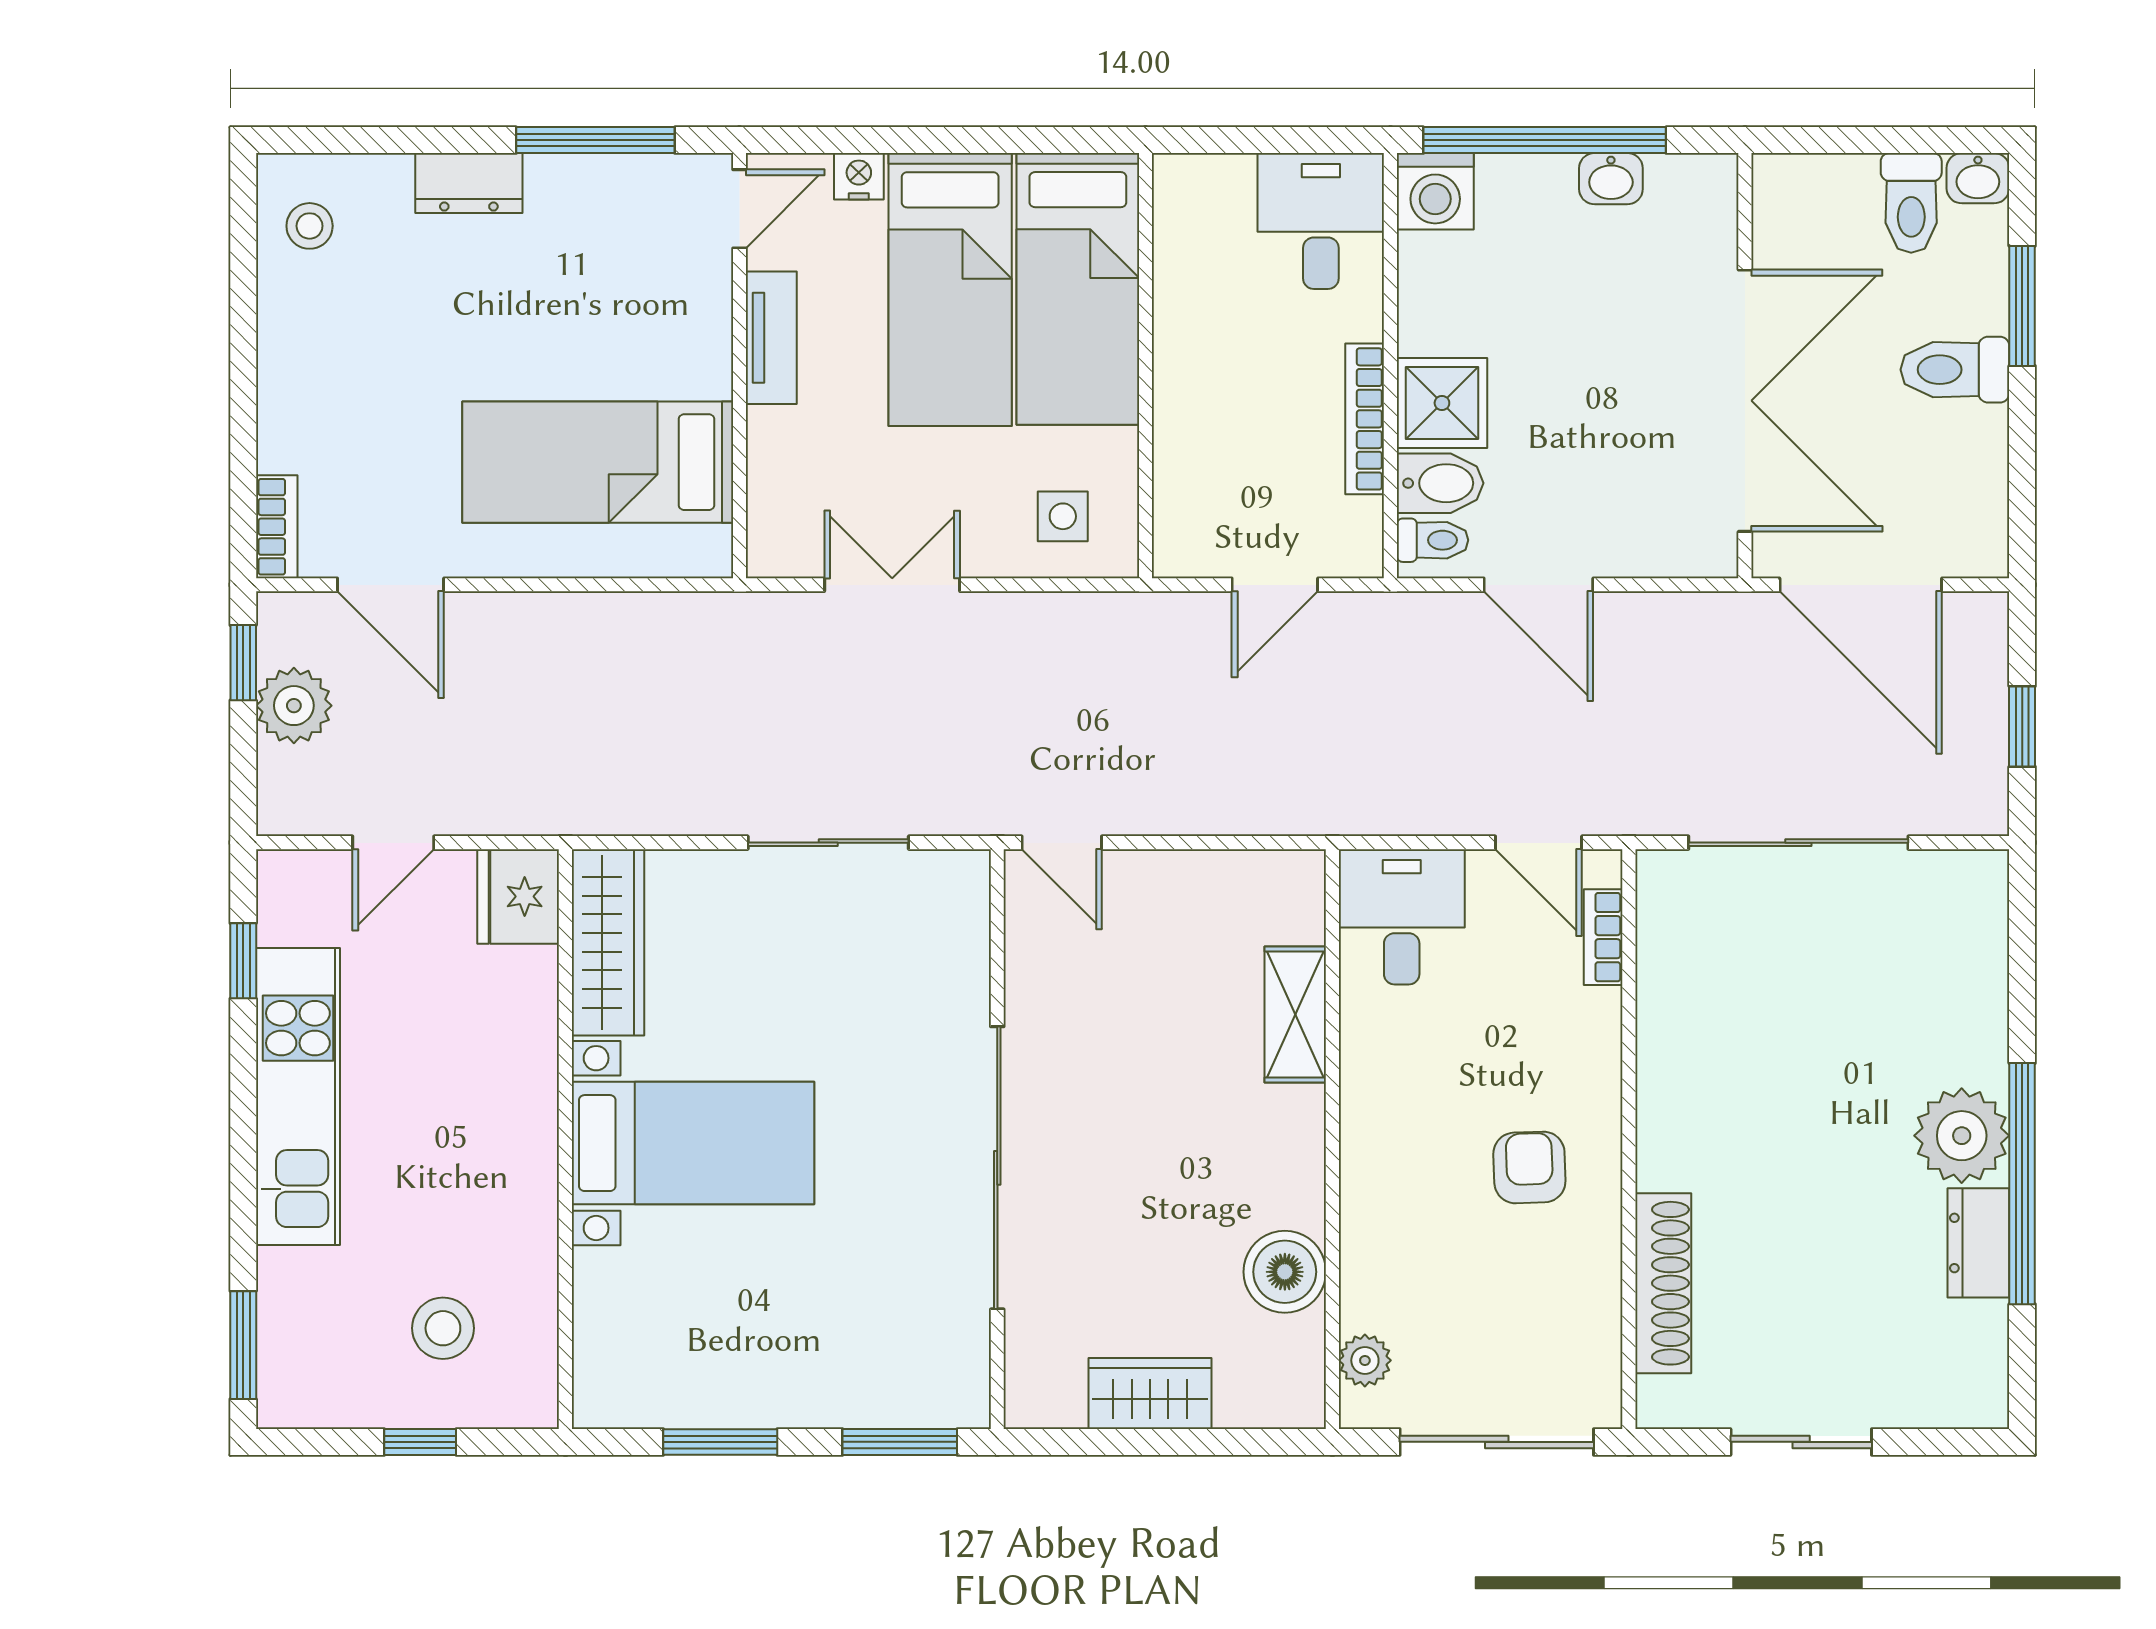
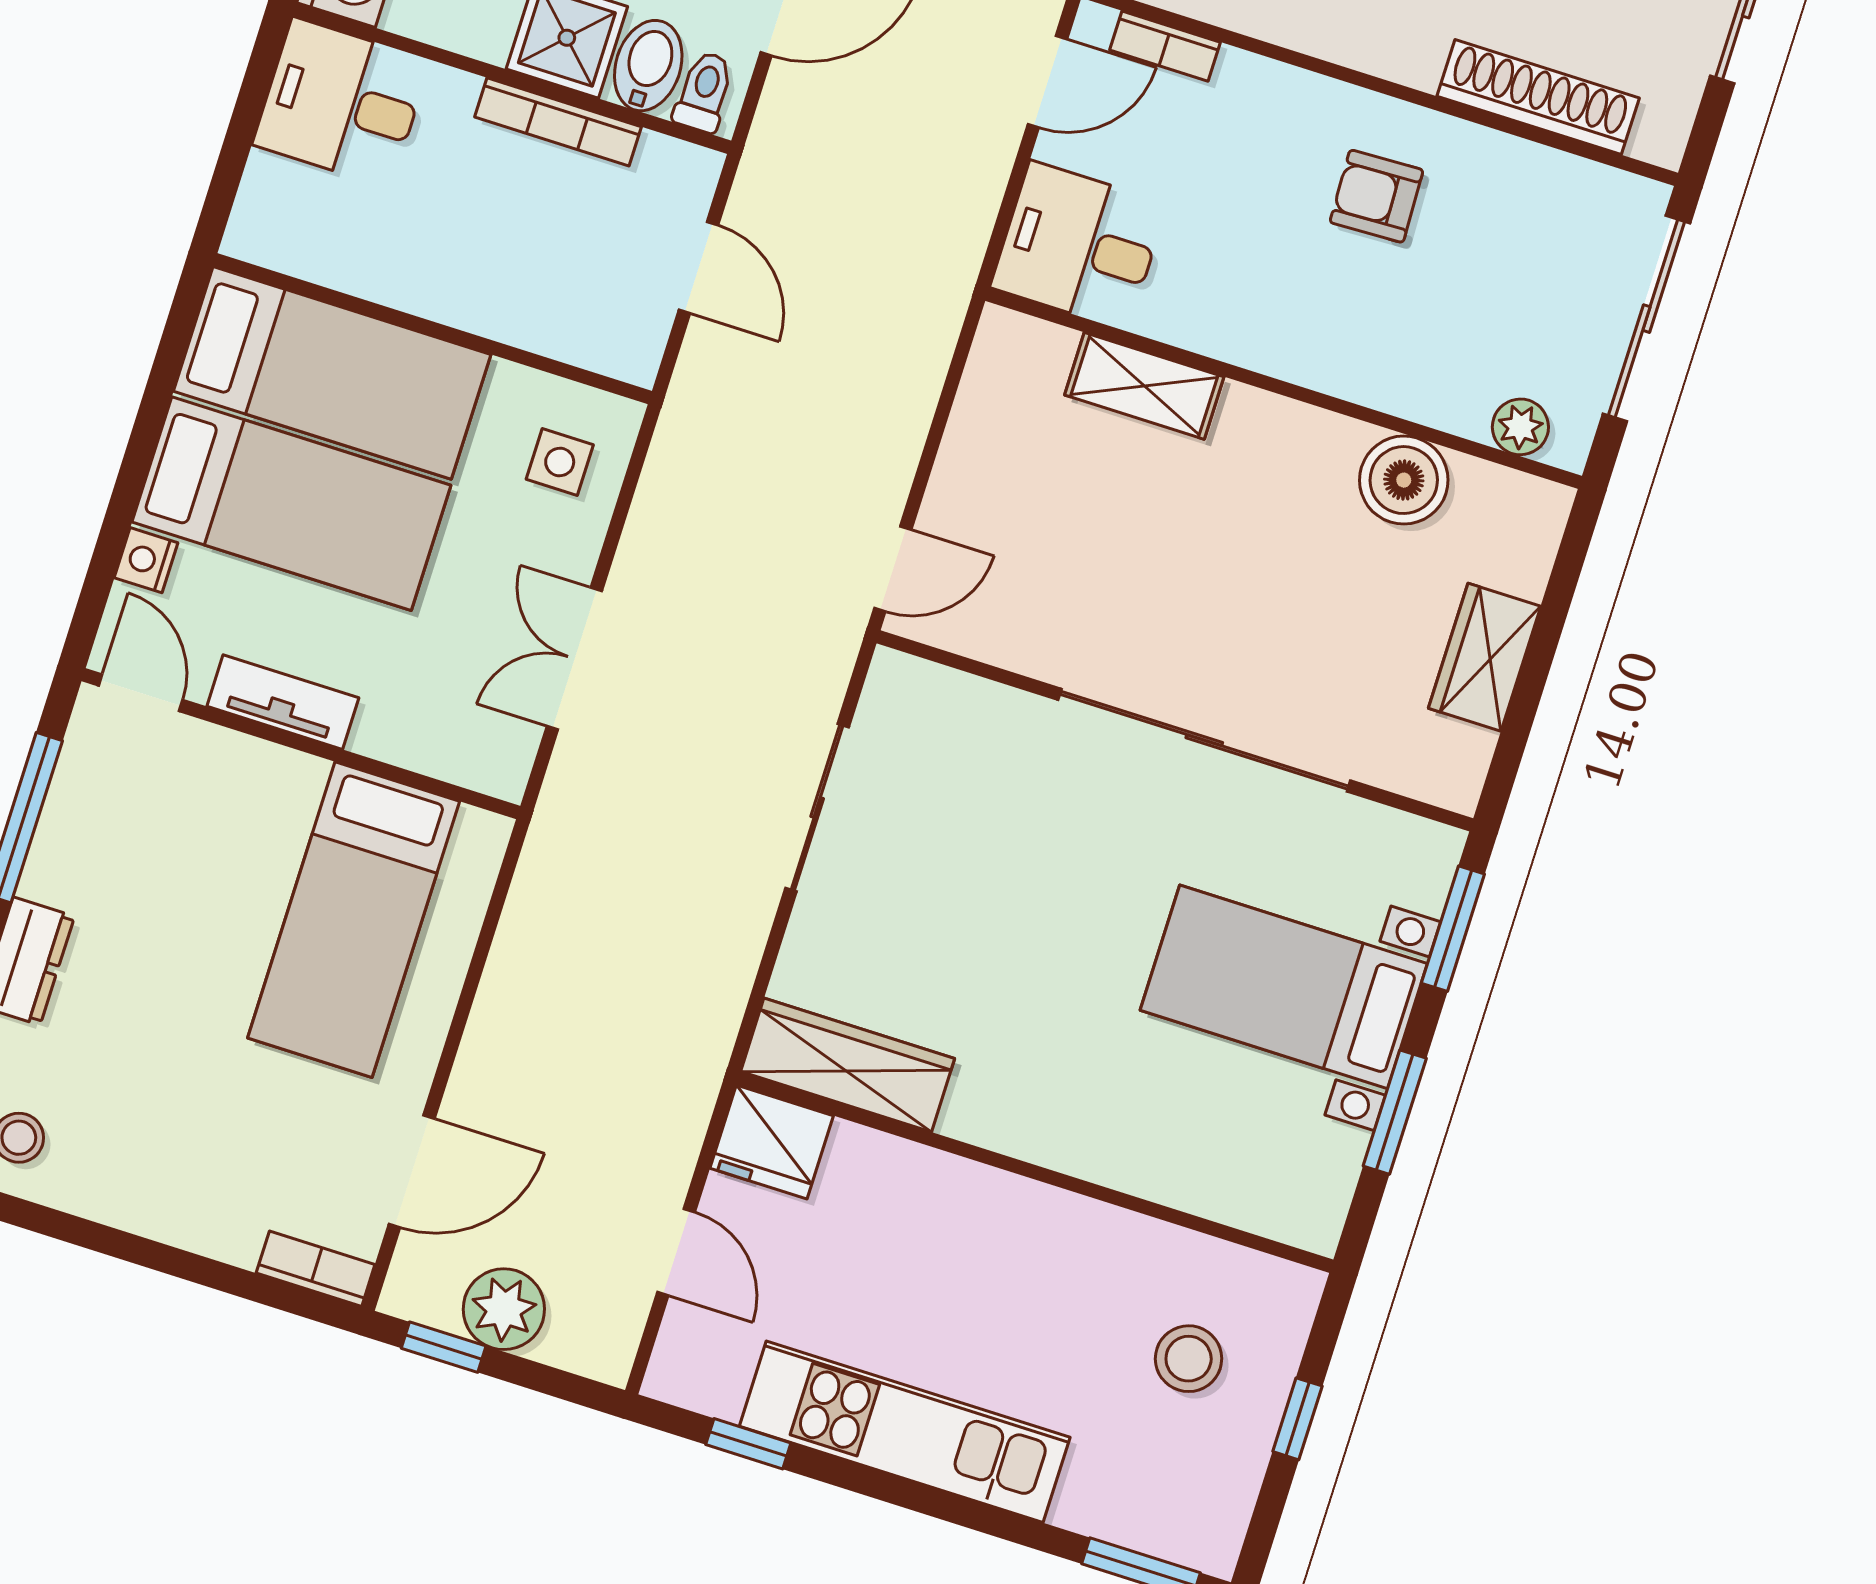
bed with nightstands: (693, 1143) -> (1284, 987), moved, turned -90

